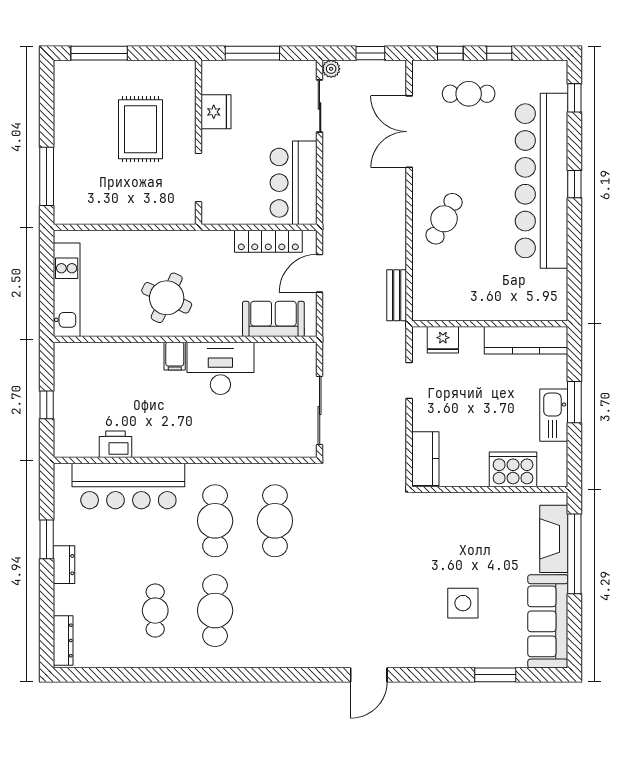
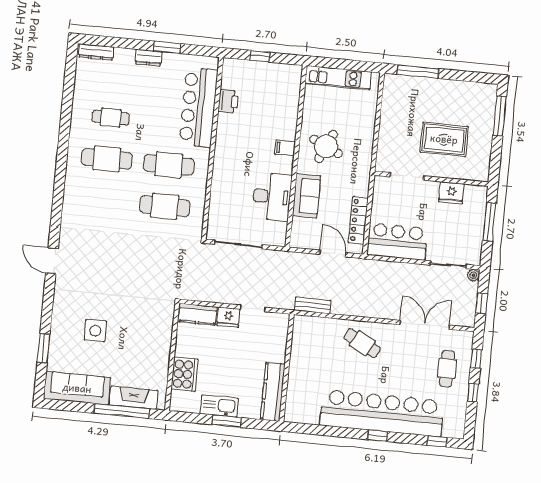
sofa: (273, 319) -> (307, 196), moved
fridge: (443, 340) -> (228, 317), moved, turned -90
desk: (220, 368) -> (272, 197), moved

